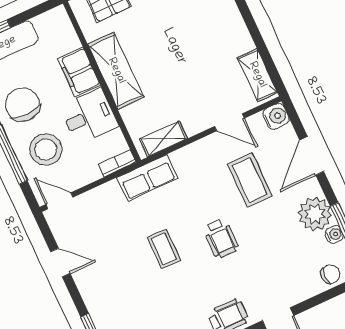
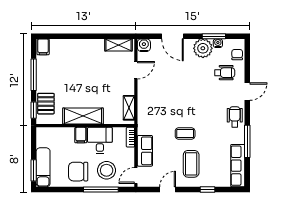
filing cabinet: (79, 72) -> (81, 135), width x0.50
row of seats: (147, 178) -> (145, 151), moved
coffee table: (250, 180) -> (191, 164), moved, turned 90
wheelchair: (221, 238) -> (225, 73), moved

